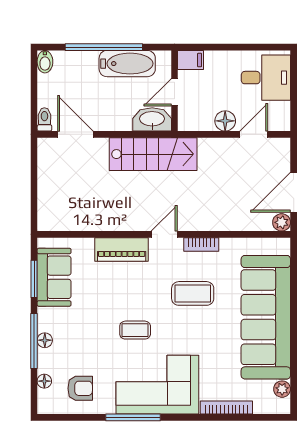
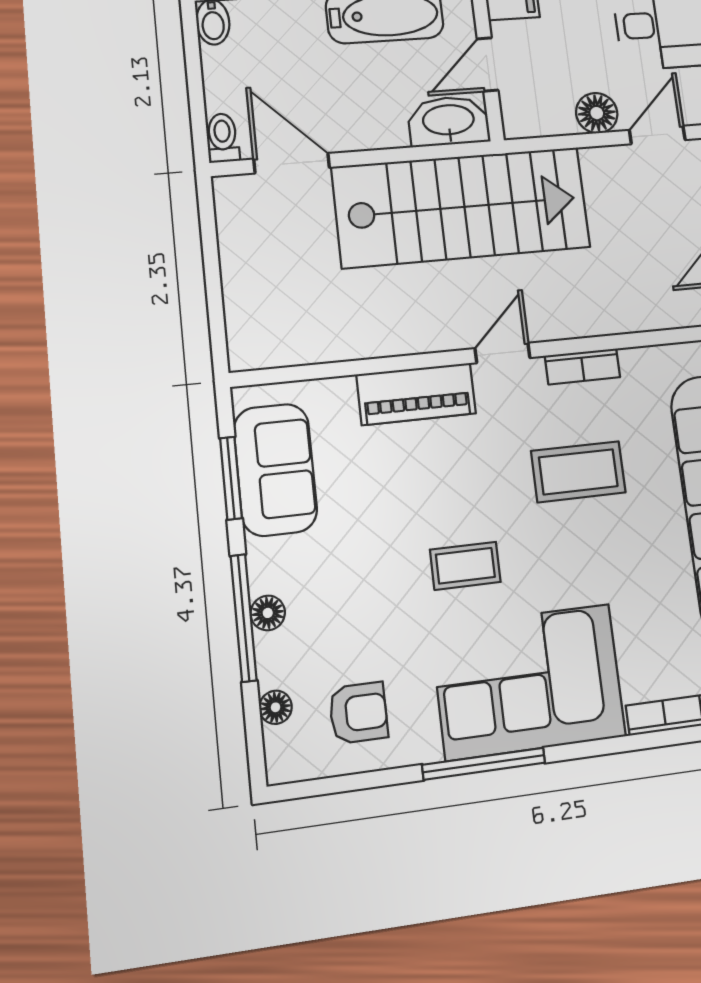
stairs: (153, 154) -> (461, 207), width x1.36, depth x1.51

